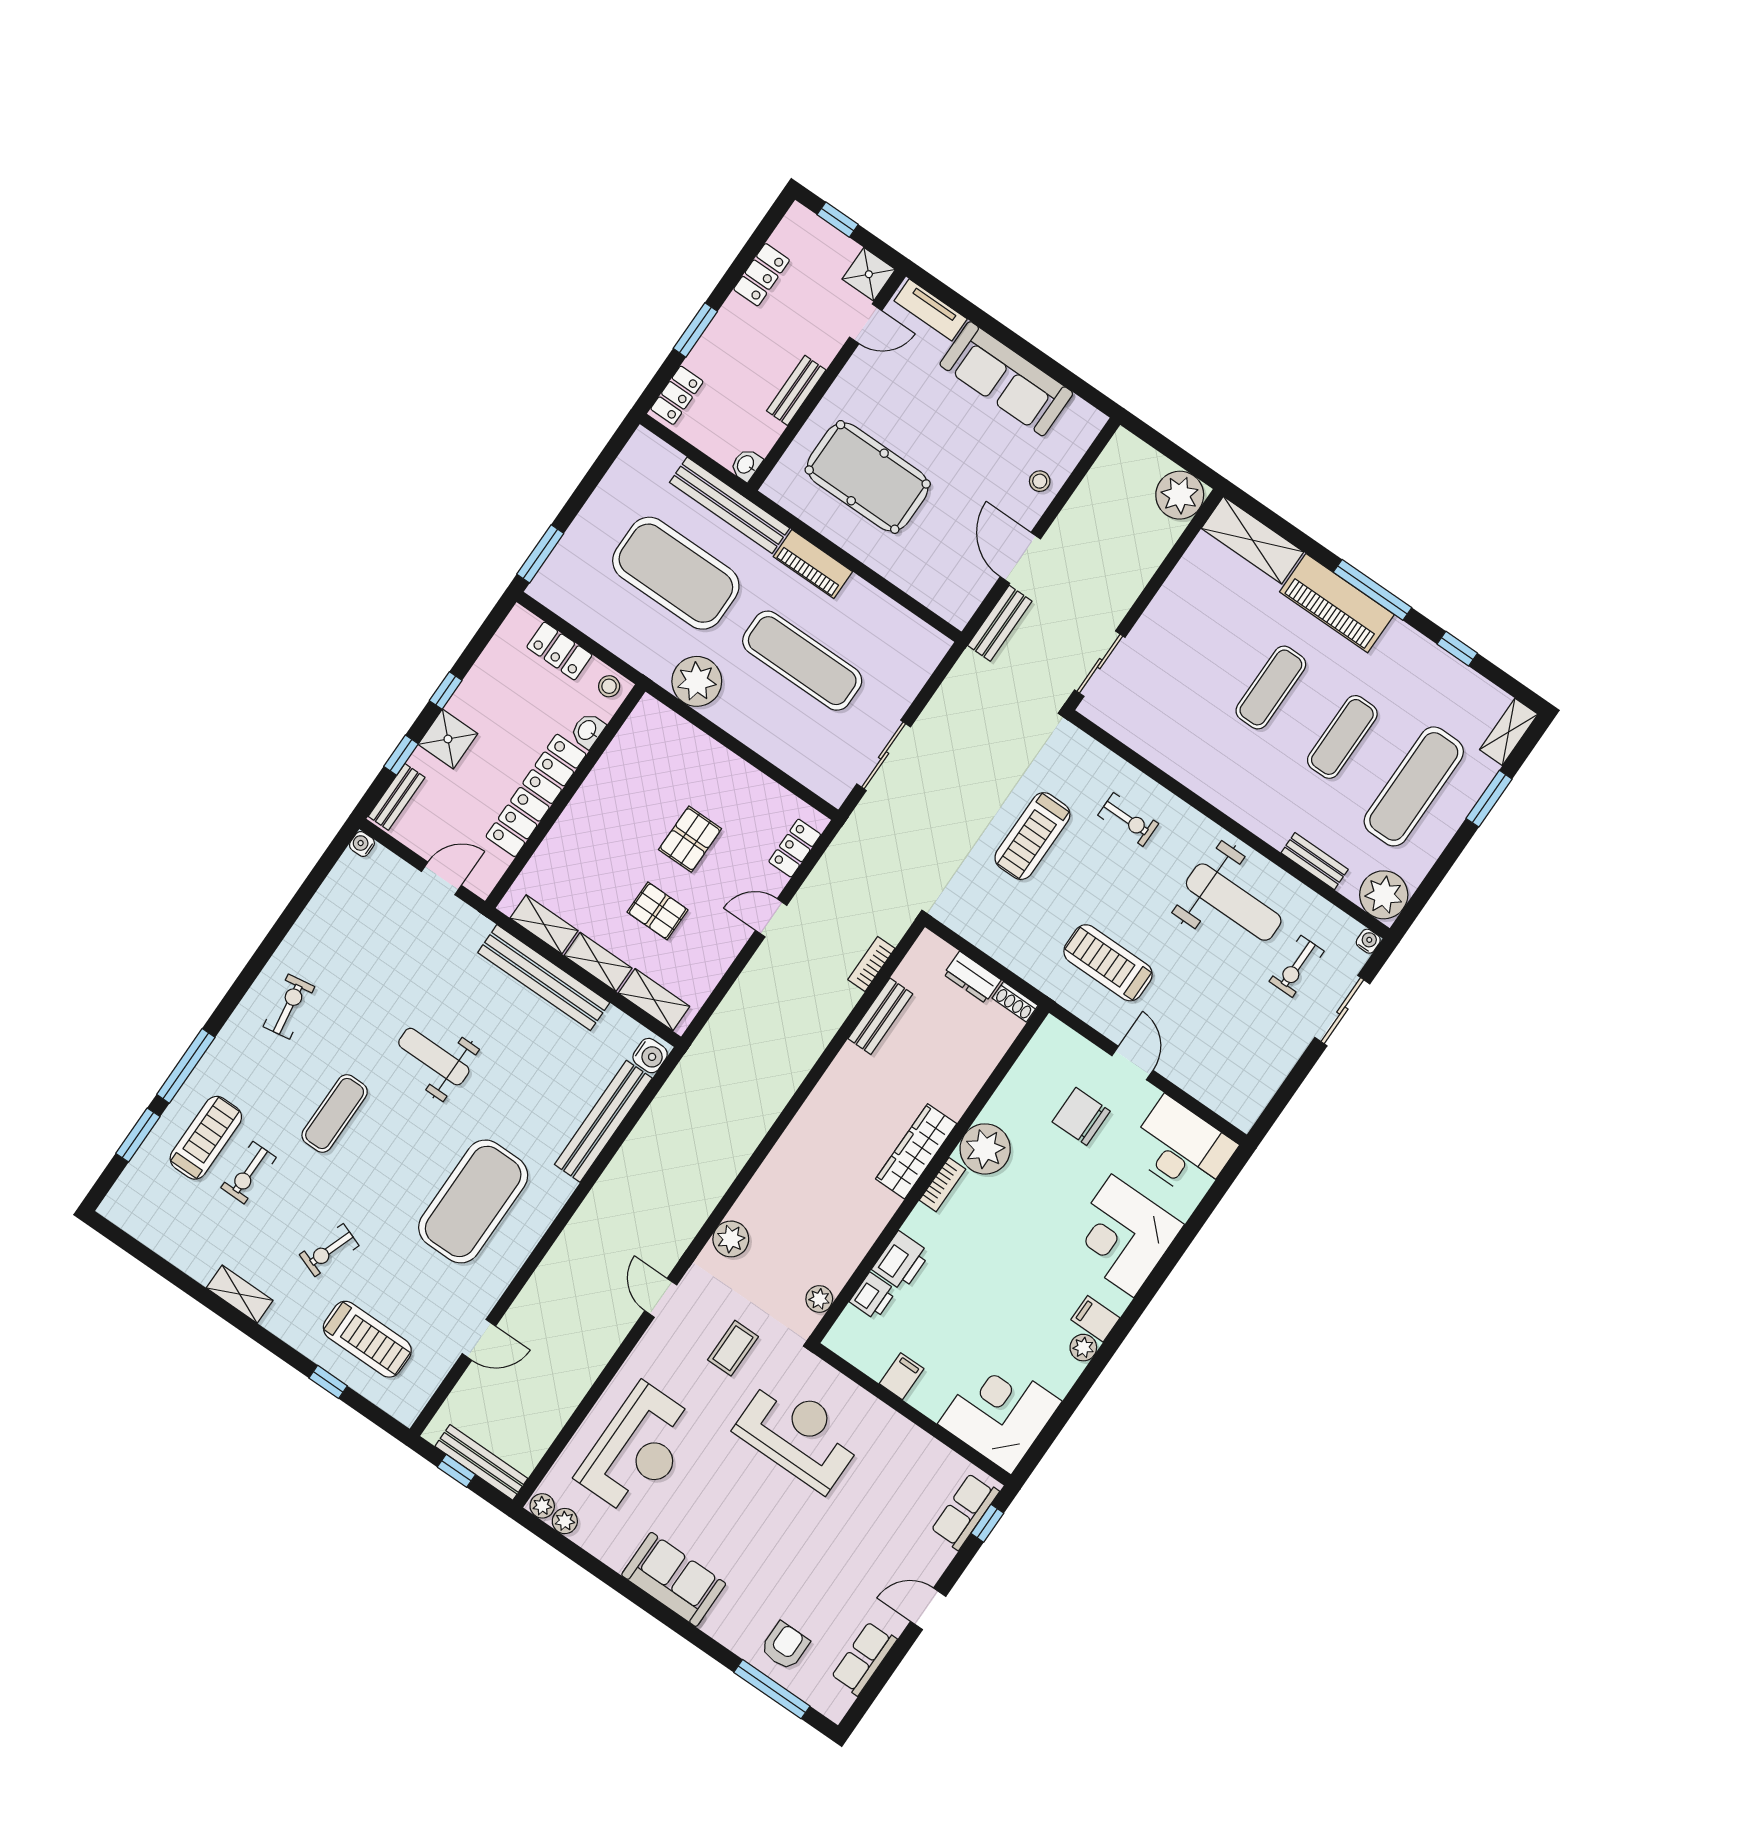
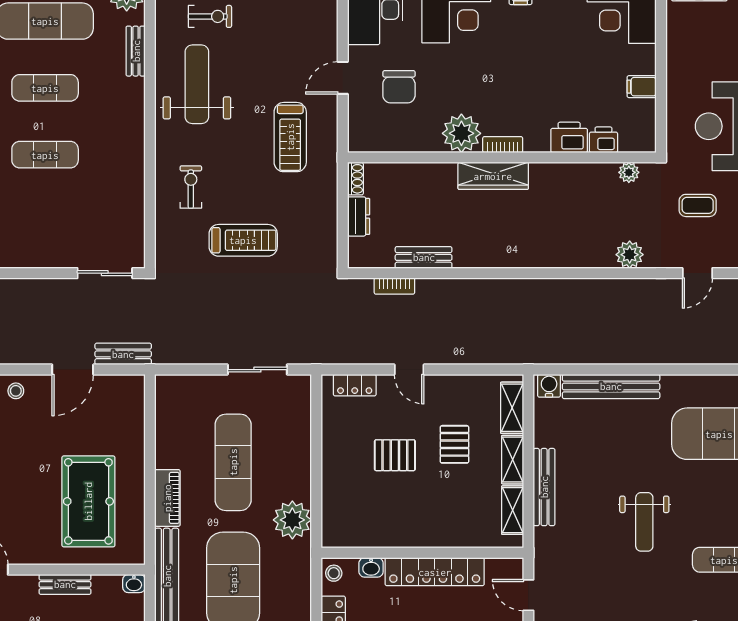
bench: (544, 978) -> (544, 487), width x0.73, depth x0.82

